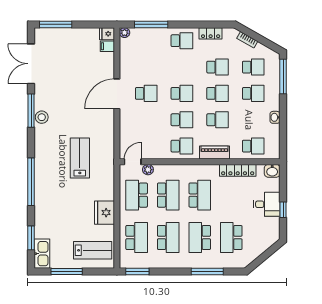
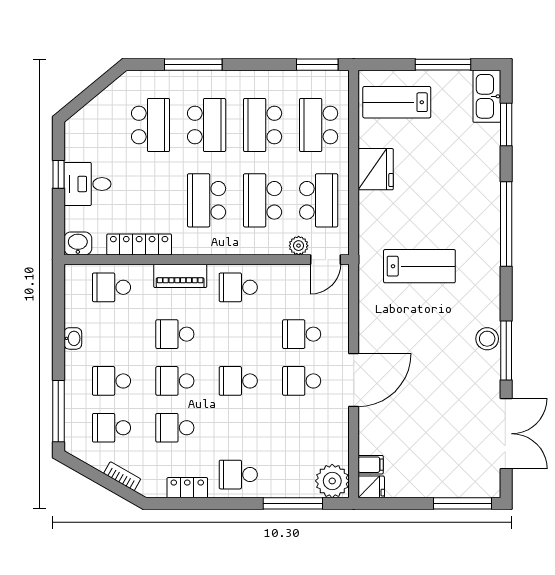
plant: (125, 33) -> (332, 481), width x1.88, depth x1.88
school desk: (182, 120) -> (302, 334), moved
lab bench: (80, 158) -> (419, 266), turned -90

